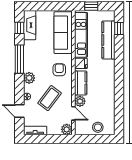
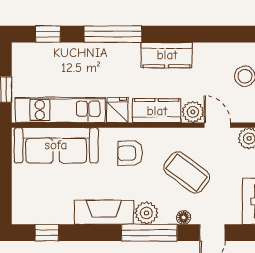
fireplace: (30, 25) -> (104, 212), moved
kitchen counter: (108, 40) -> (167, 55), moved, width x0.67
window: (19, 59) -> (149, 233), moved
window: (119, 61) -> (113, 34), added
door: (73, 113) -> (217, 125), hinge flipped

